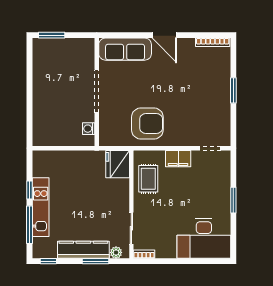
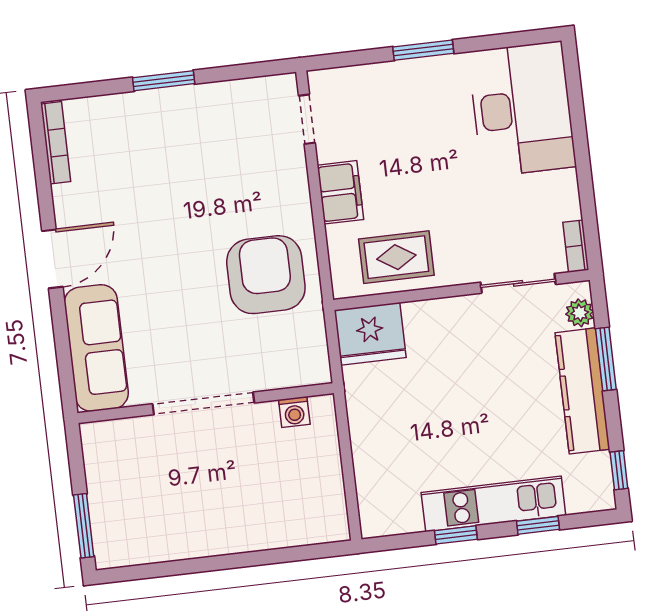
window: (30, 225) -> (538, 525), width x0.46

